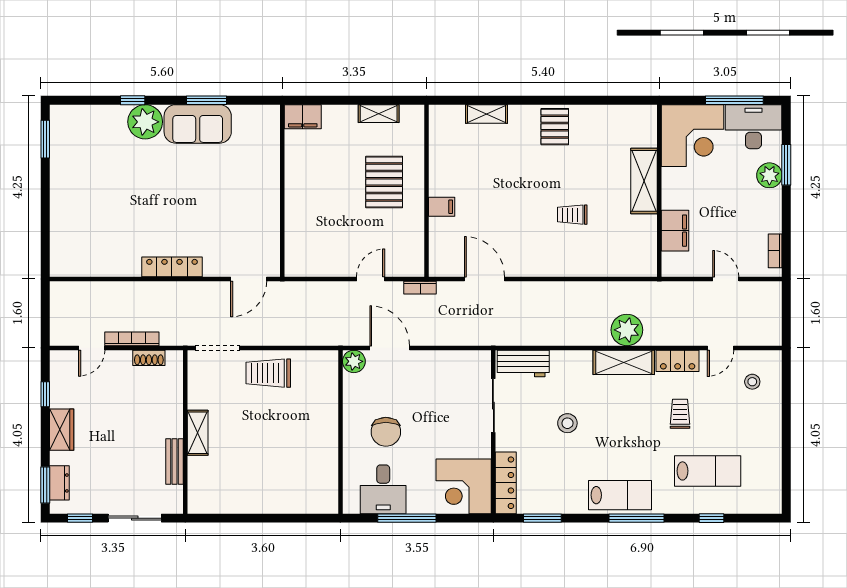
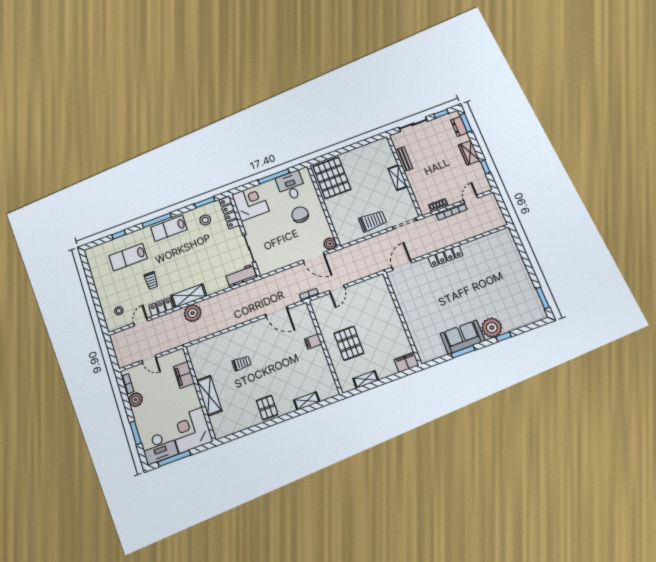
plant: (769, 175) -> (136, 400), moved
stool: (567, 423) -> (205, 220), moved
pallet: (308, 476) -> (332, 178), added

